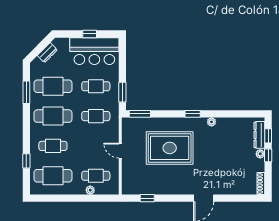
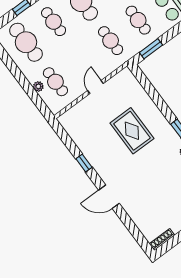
window: (140, 114) -> (143, 80), removed
rug: (170, 148) -> (132, 131), width x0.73, depth x0.69
window: (147, 198) -> (84, 163), moved

